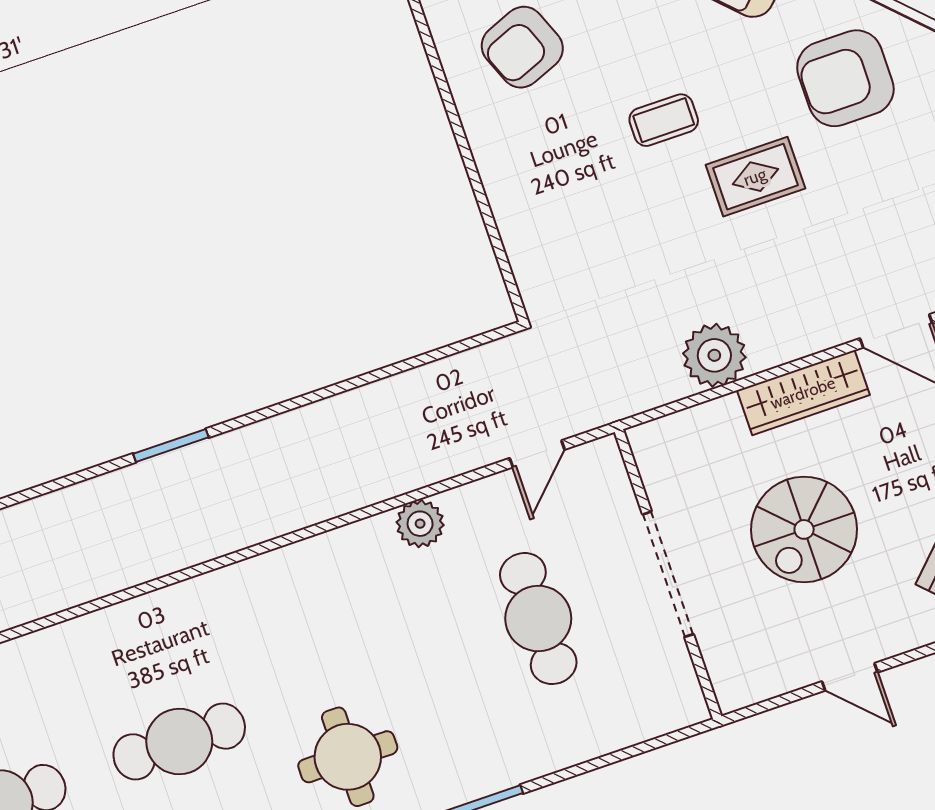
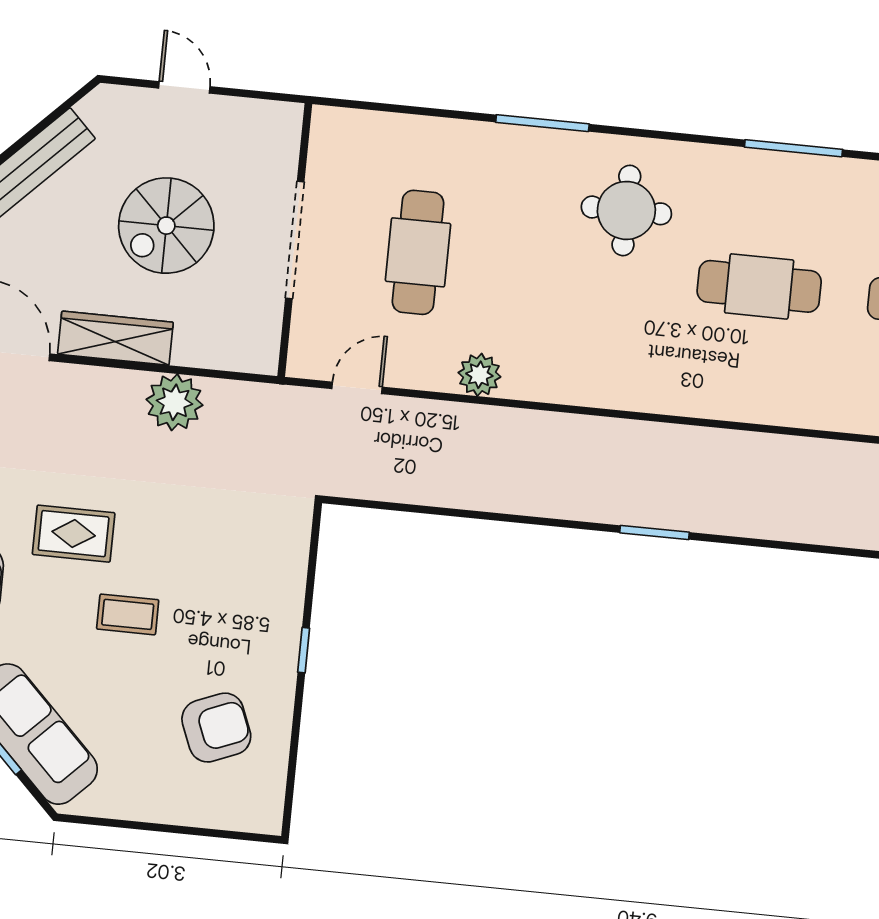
window: (470, 165) -> (304, 650), added
spiral stairs: (804, 529) -> (166, 226), turned 180

